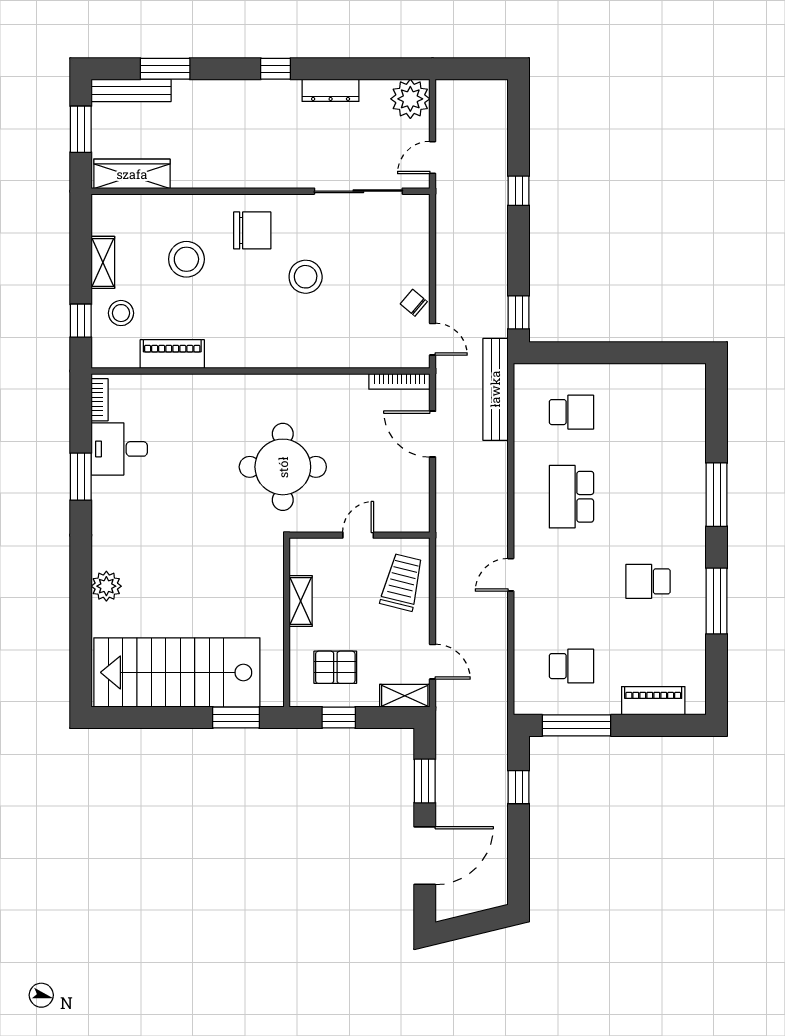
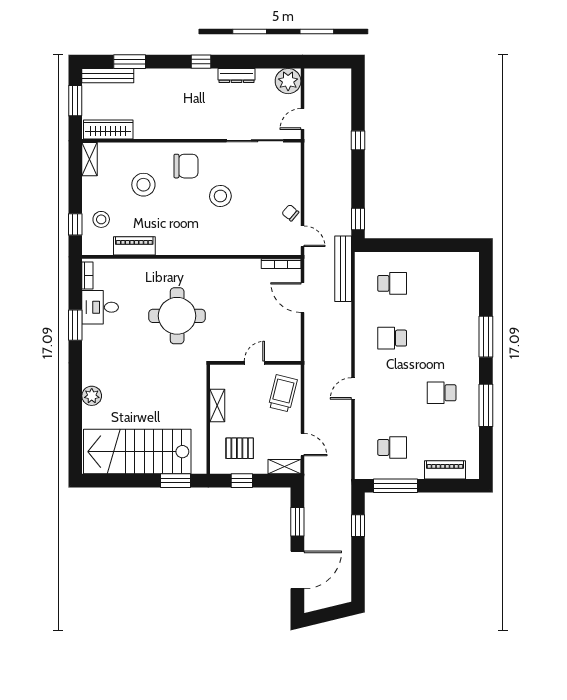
shelving: (103, 262) -> (90, 159), moved
round table: (283, 467) -> (177, 316), moved
school desk: (571, 497) -> (392, 338), width x0.54

